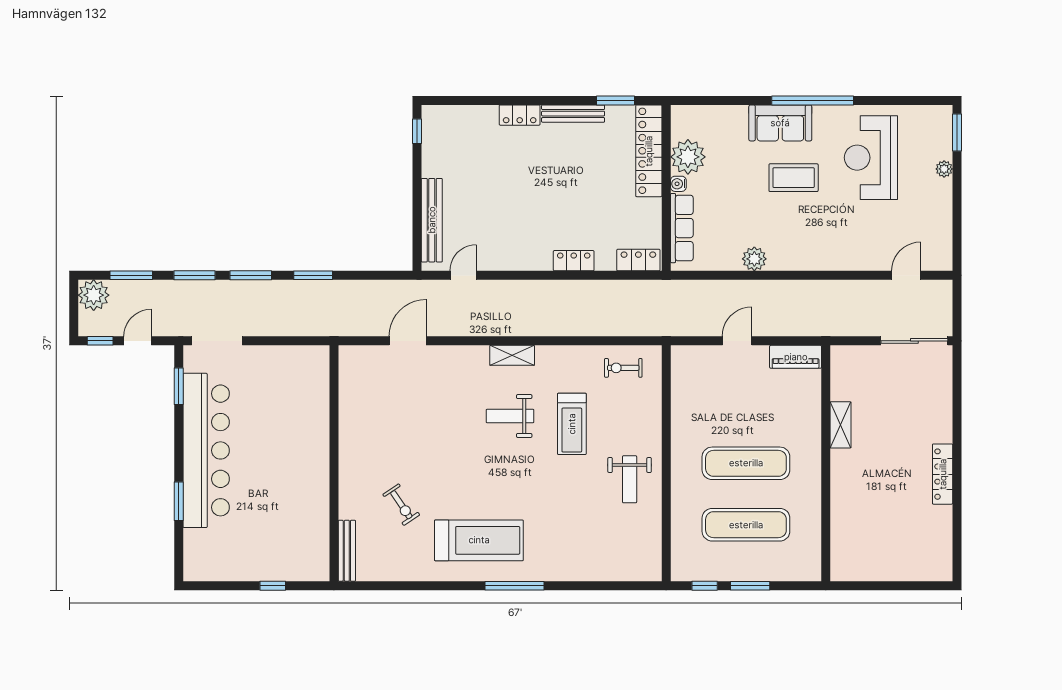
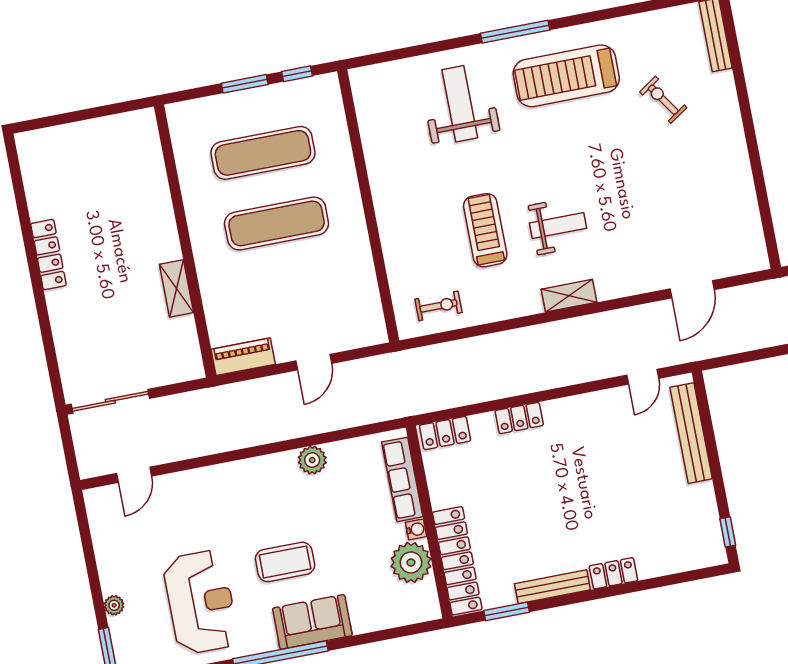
weight bench: (630, 479) -> (460, 104), moved, width x1.36, depth x1.33

